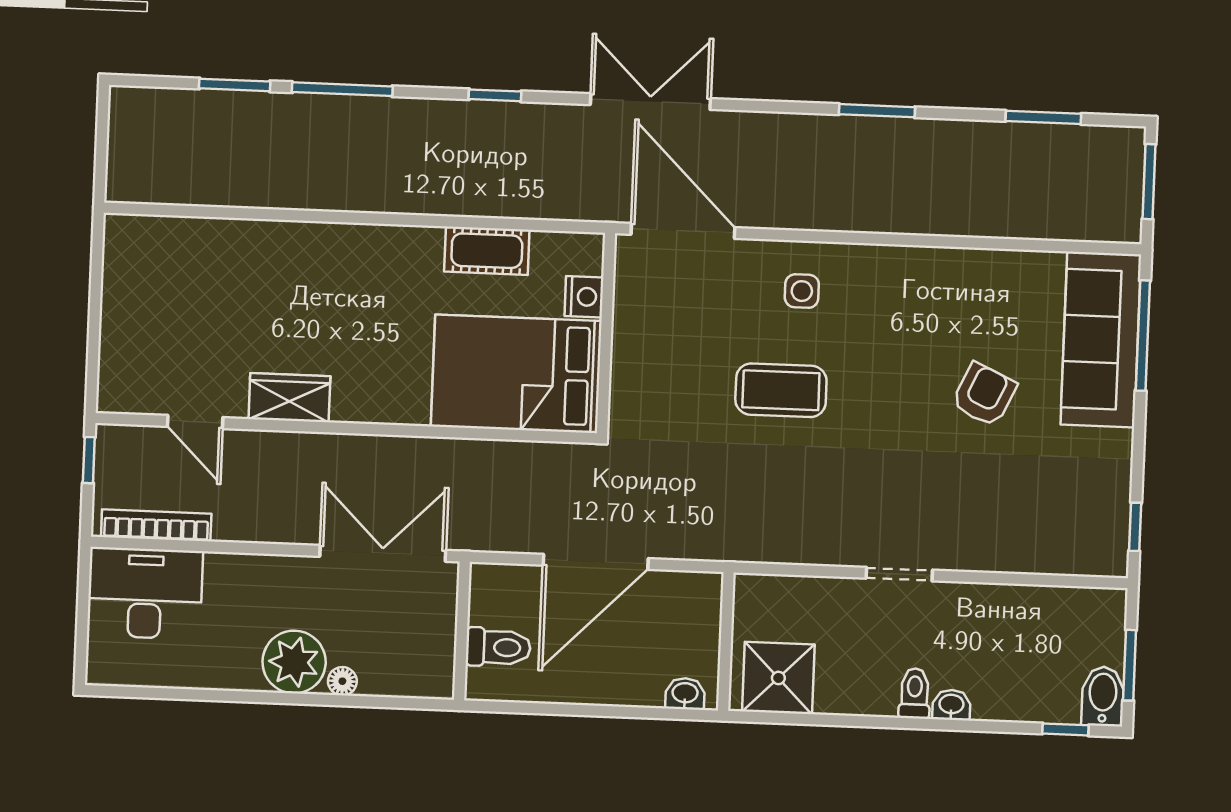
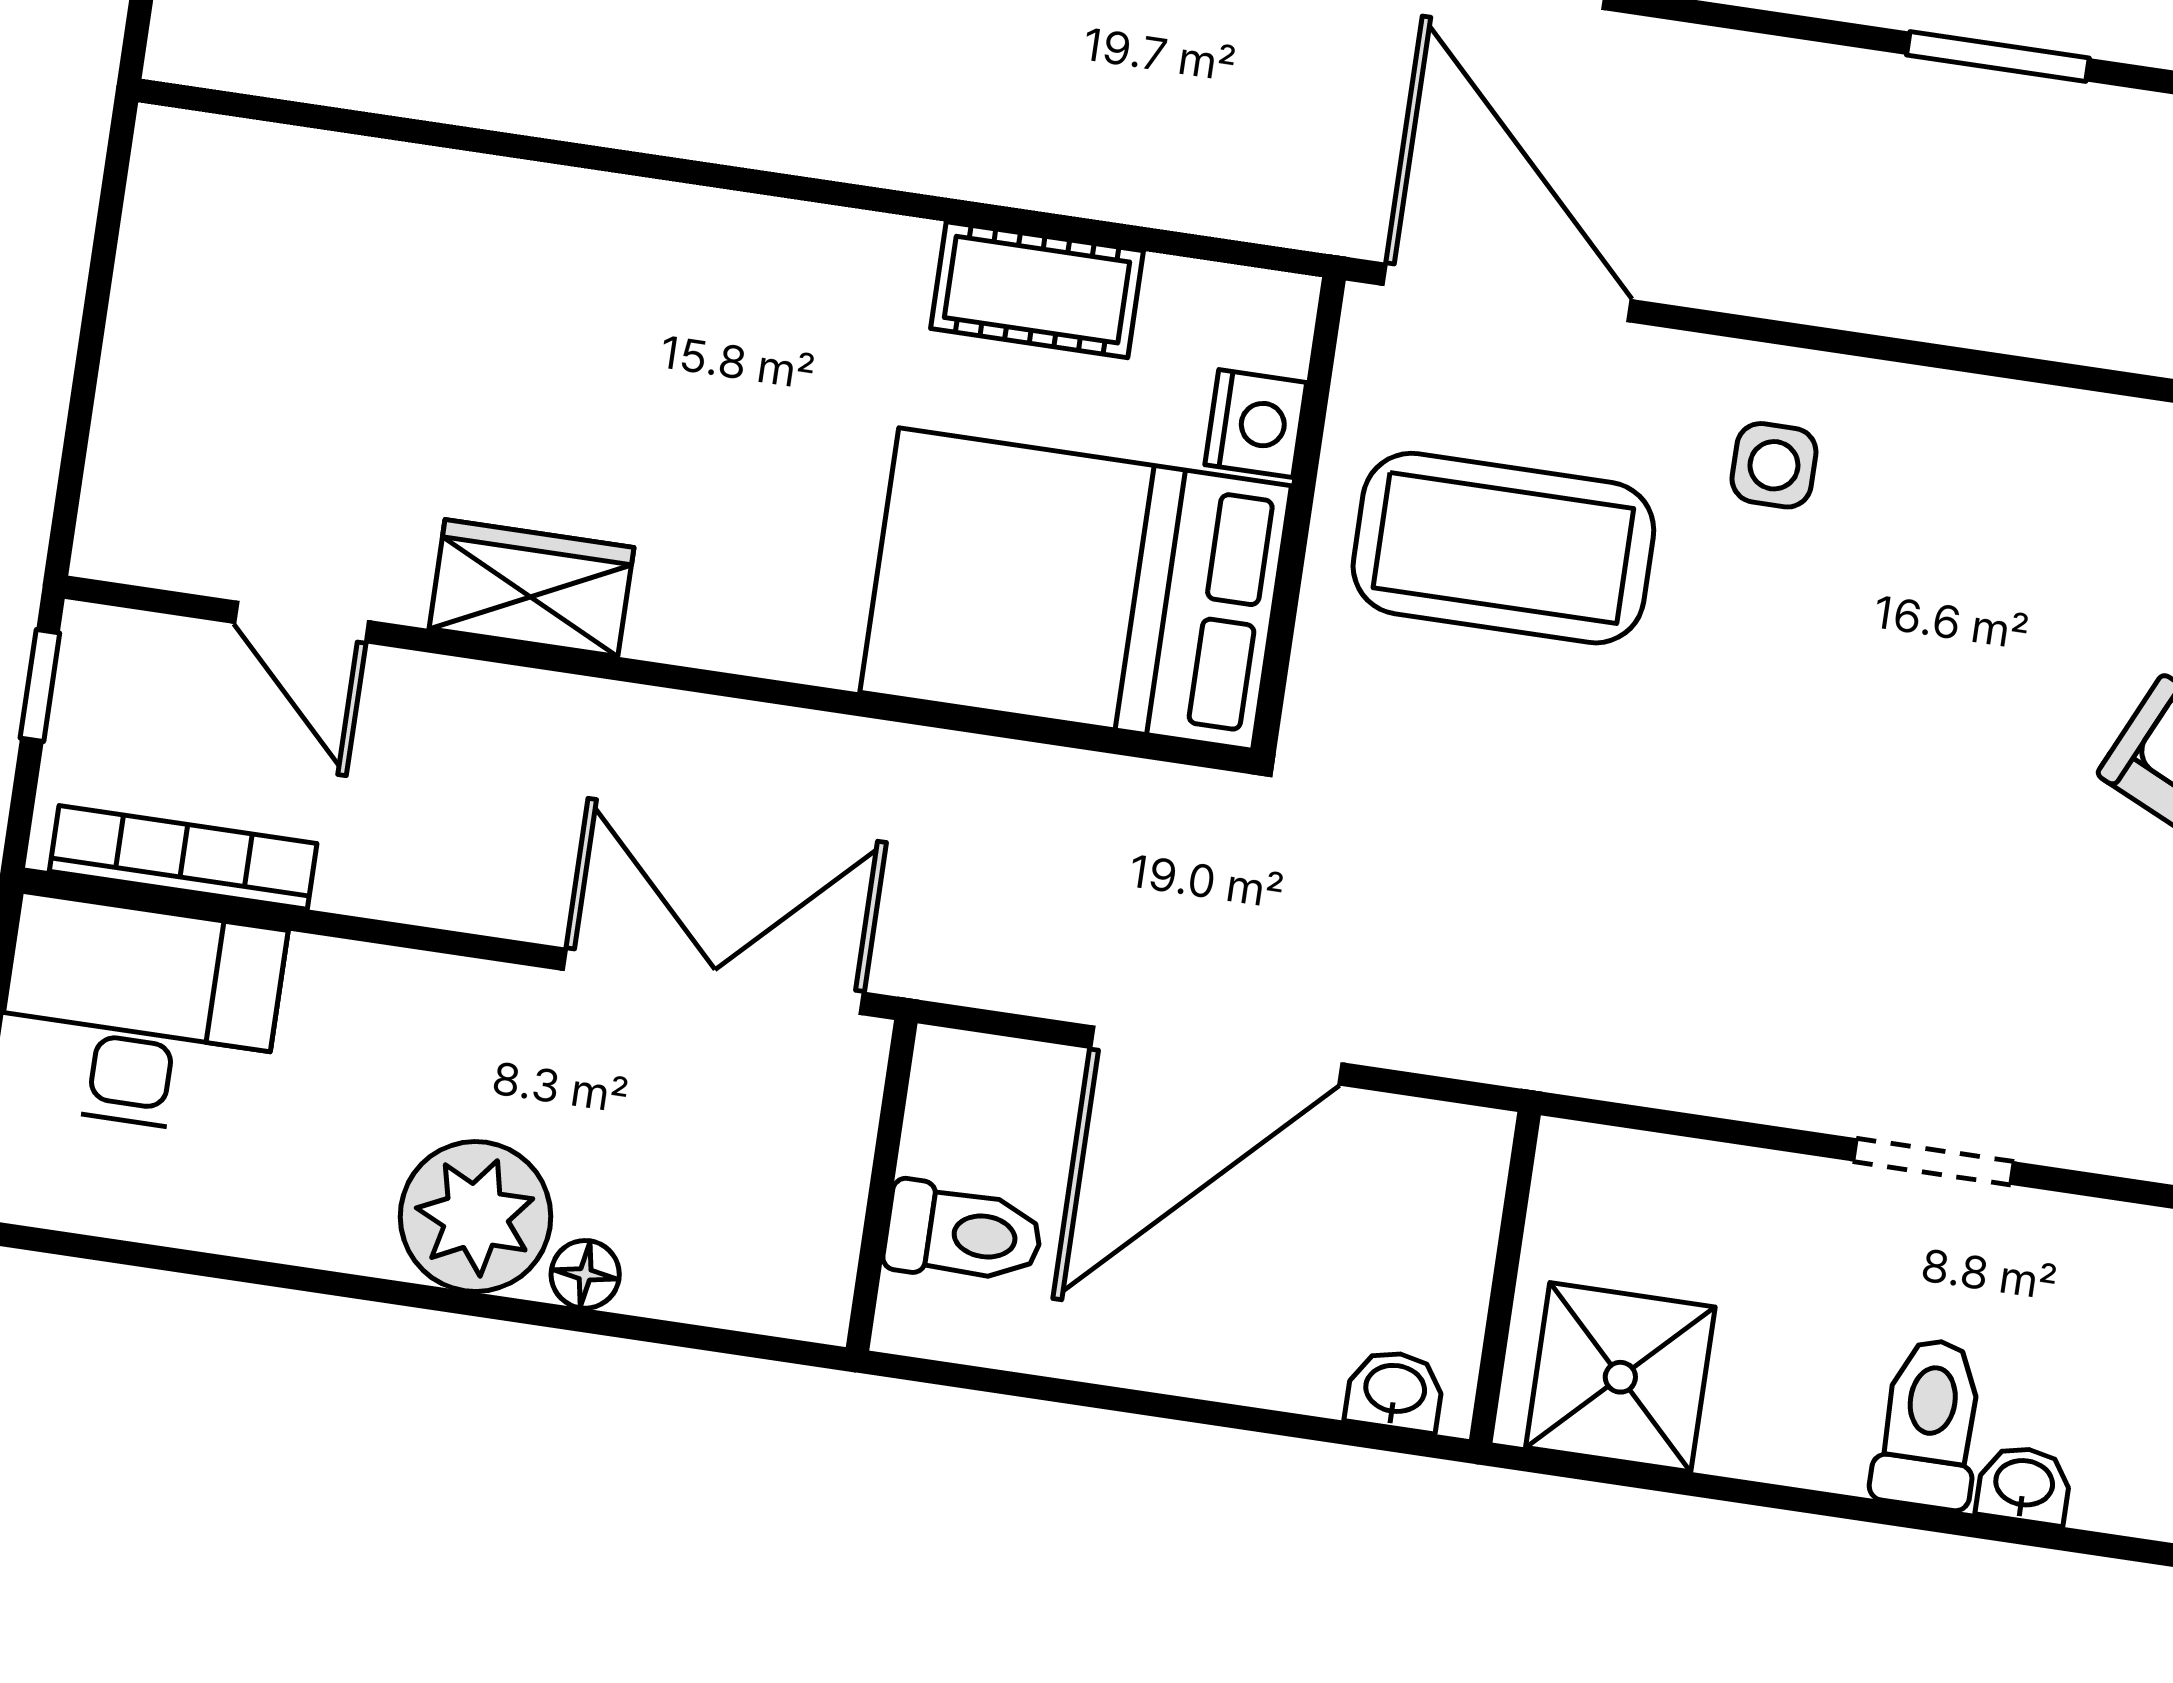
coffee table: (781, 390) -> (1503, 548), moved, width x1.36, depth x1.32
toilet: (915, 693) -> (1929, 1423), width x1.37, depth x1.39

